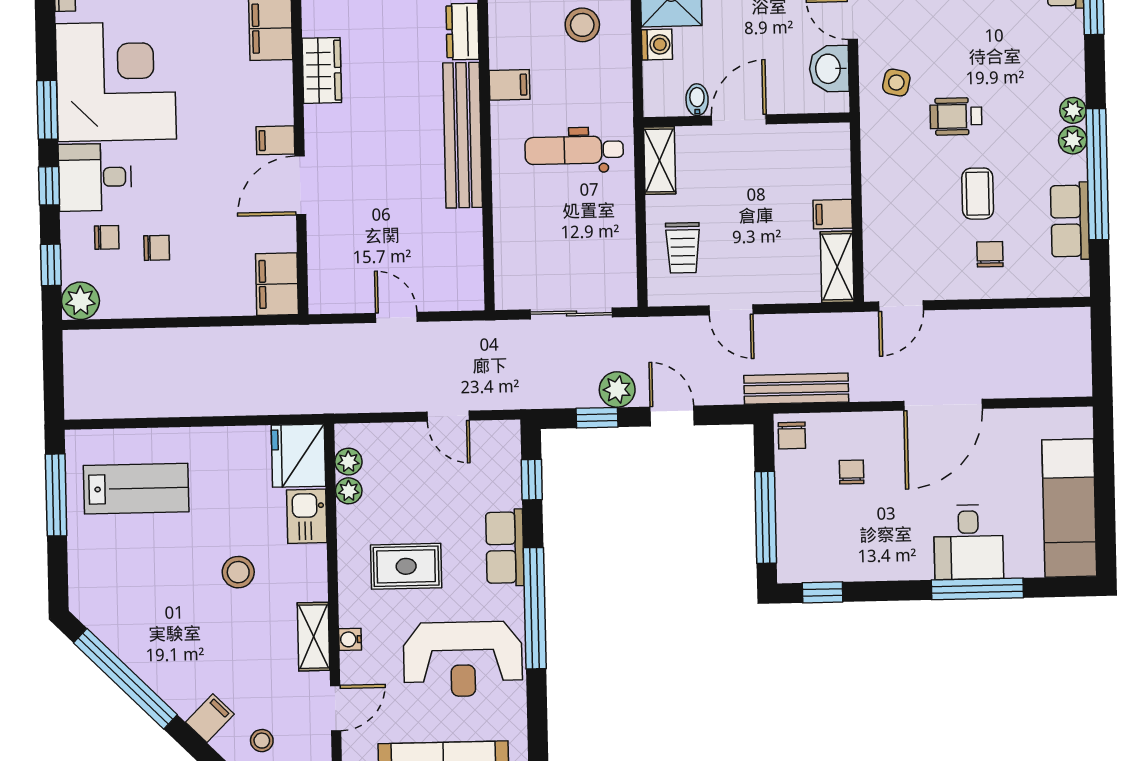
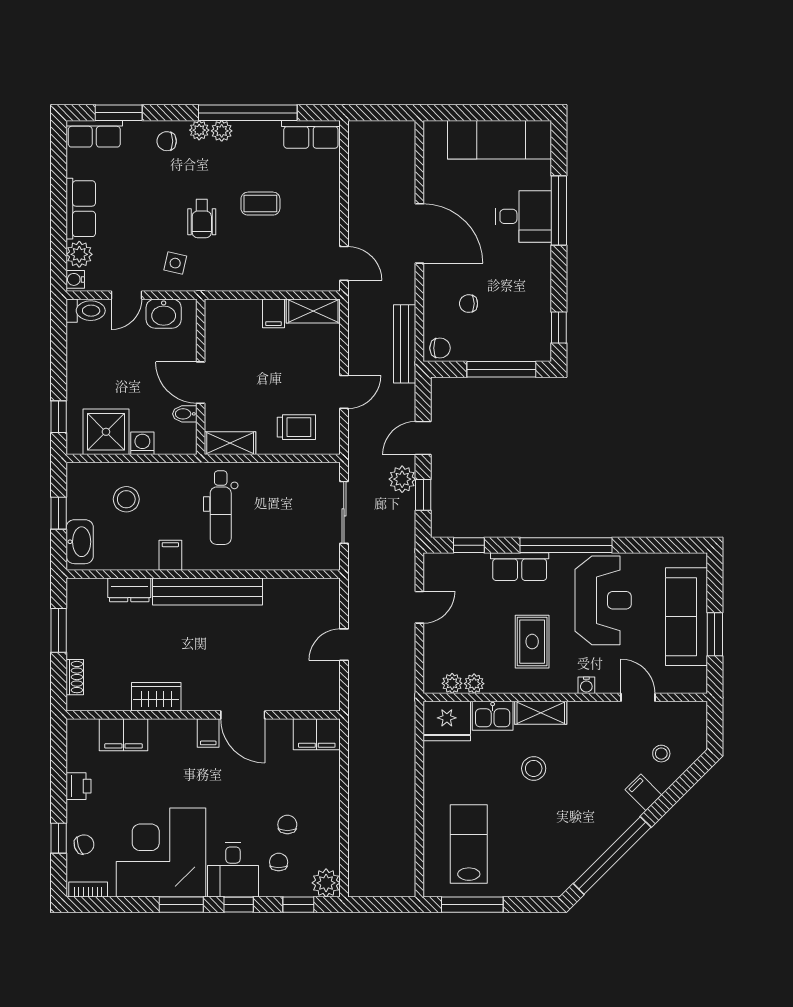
row of seats: (1070, 221) -> (311, 134), moved
chair: (990, 254) -> (167, 141), moved
shelving: (314, 637) -> (541, 713), moved

